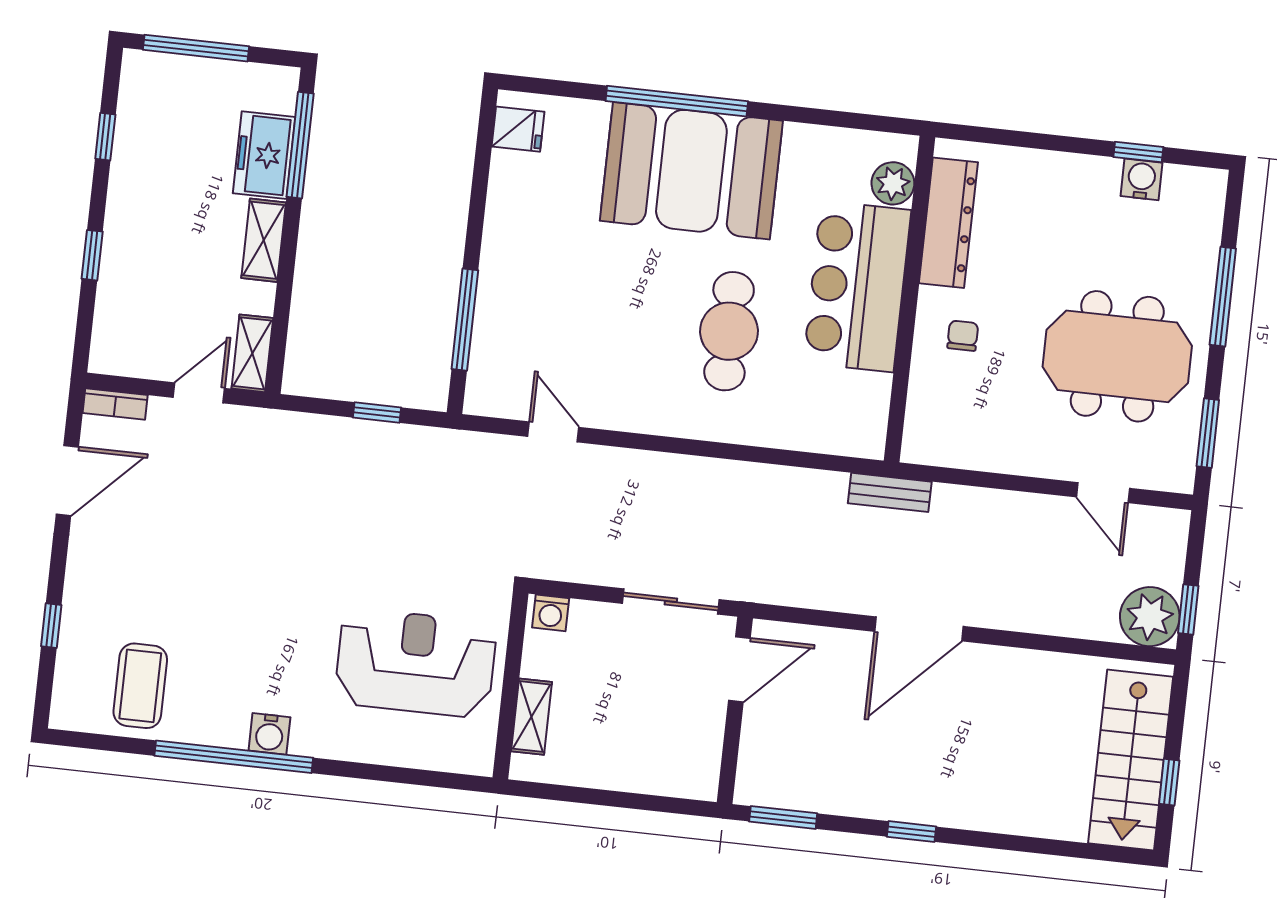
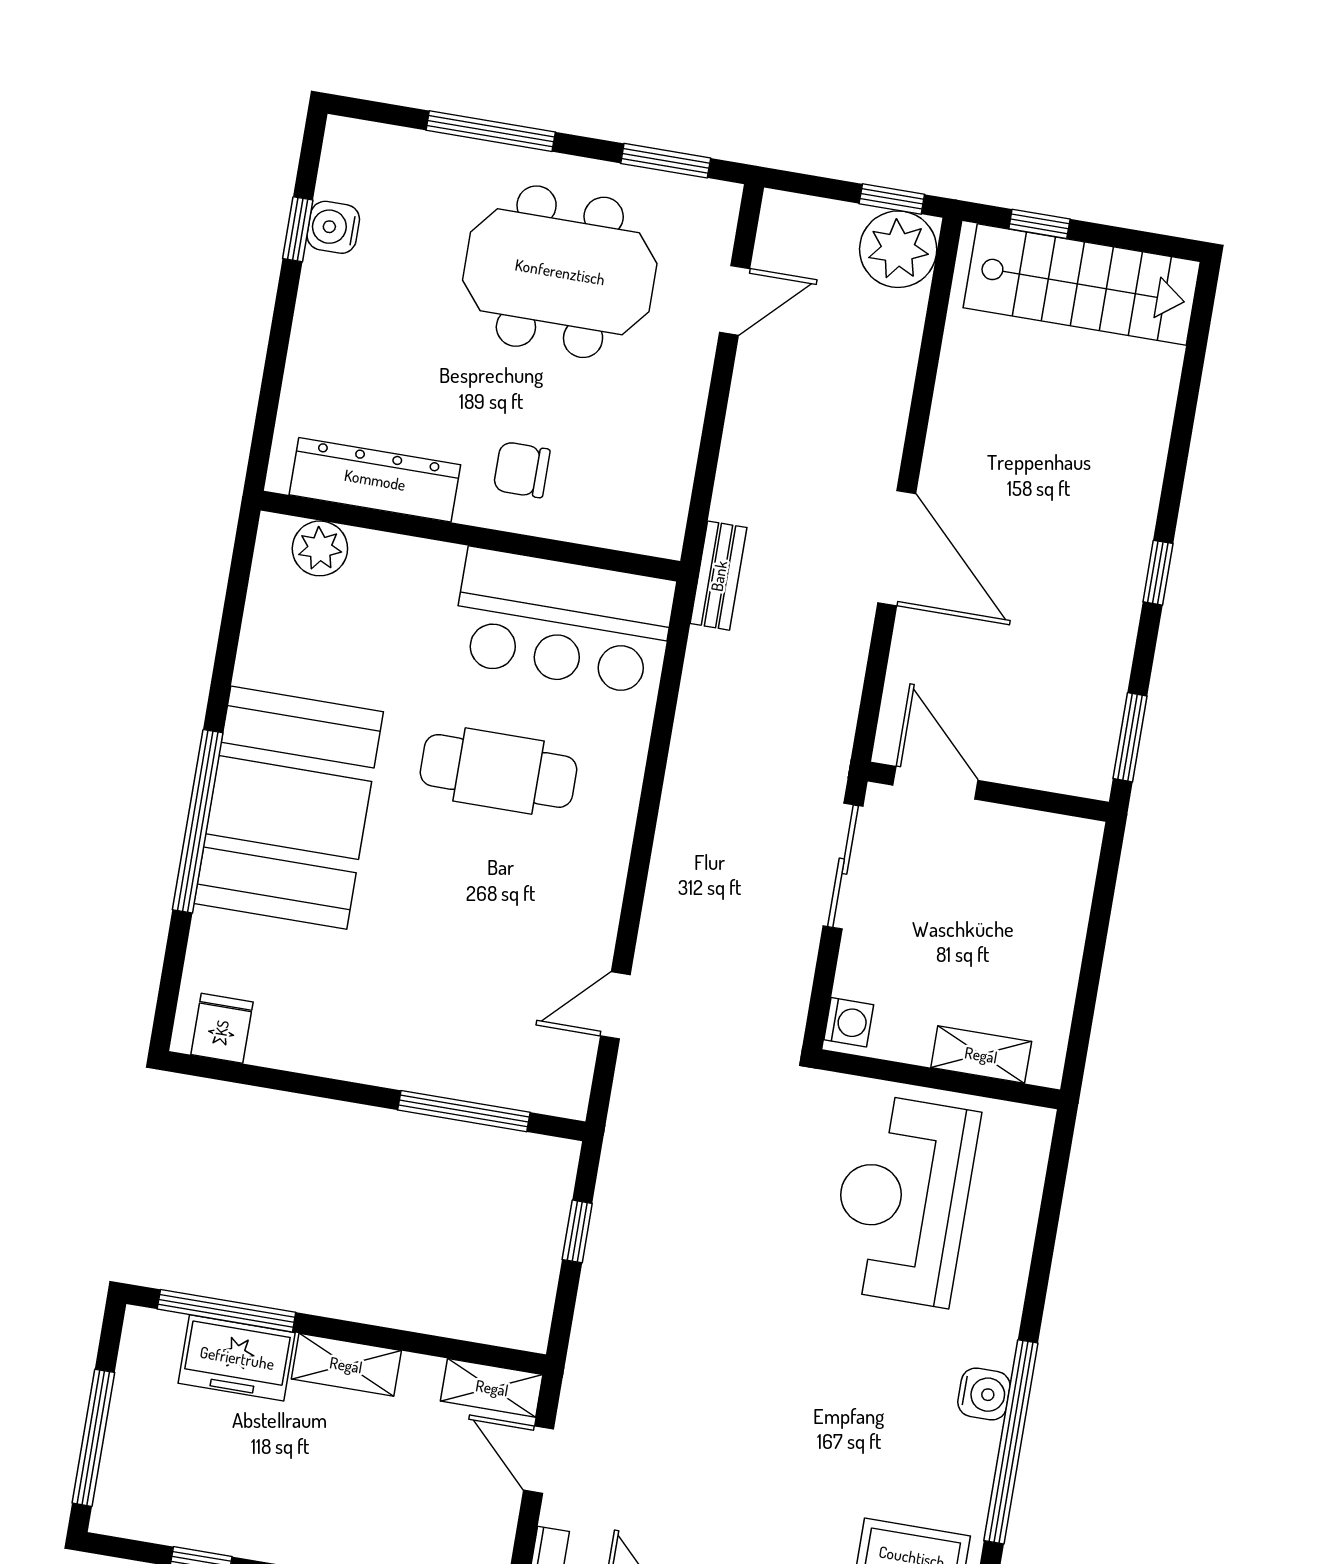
bar counter: (857, 286) -> (563, 621), moved
chair: (963, 336) -> (522, 470), width x1.37, depth x1.37
meeting table: (1117, 356) -> (560, 272), turned 90
window: (1169, 782) -> (1039, 224), moved

